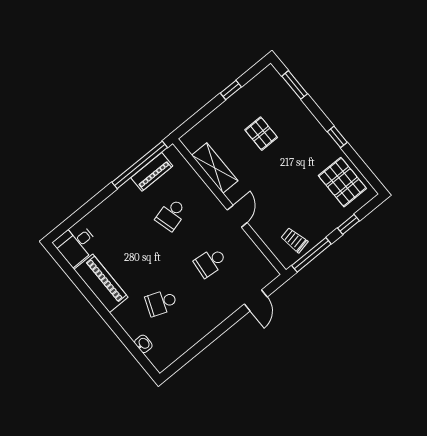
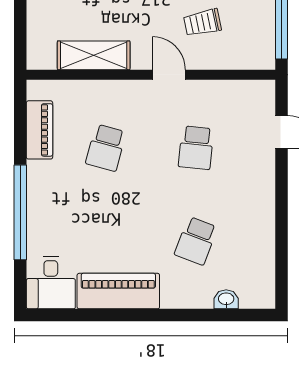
window: (140, 165) -> (20, 212), moved
school desk: (171, 215) -> (106, 148), turned 30
trolley: (294, 240) -> (202, 23), moved

